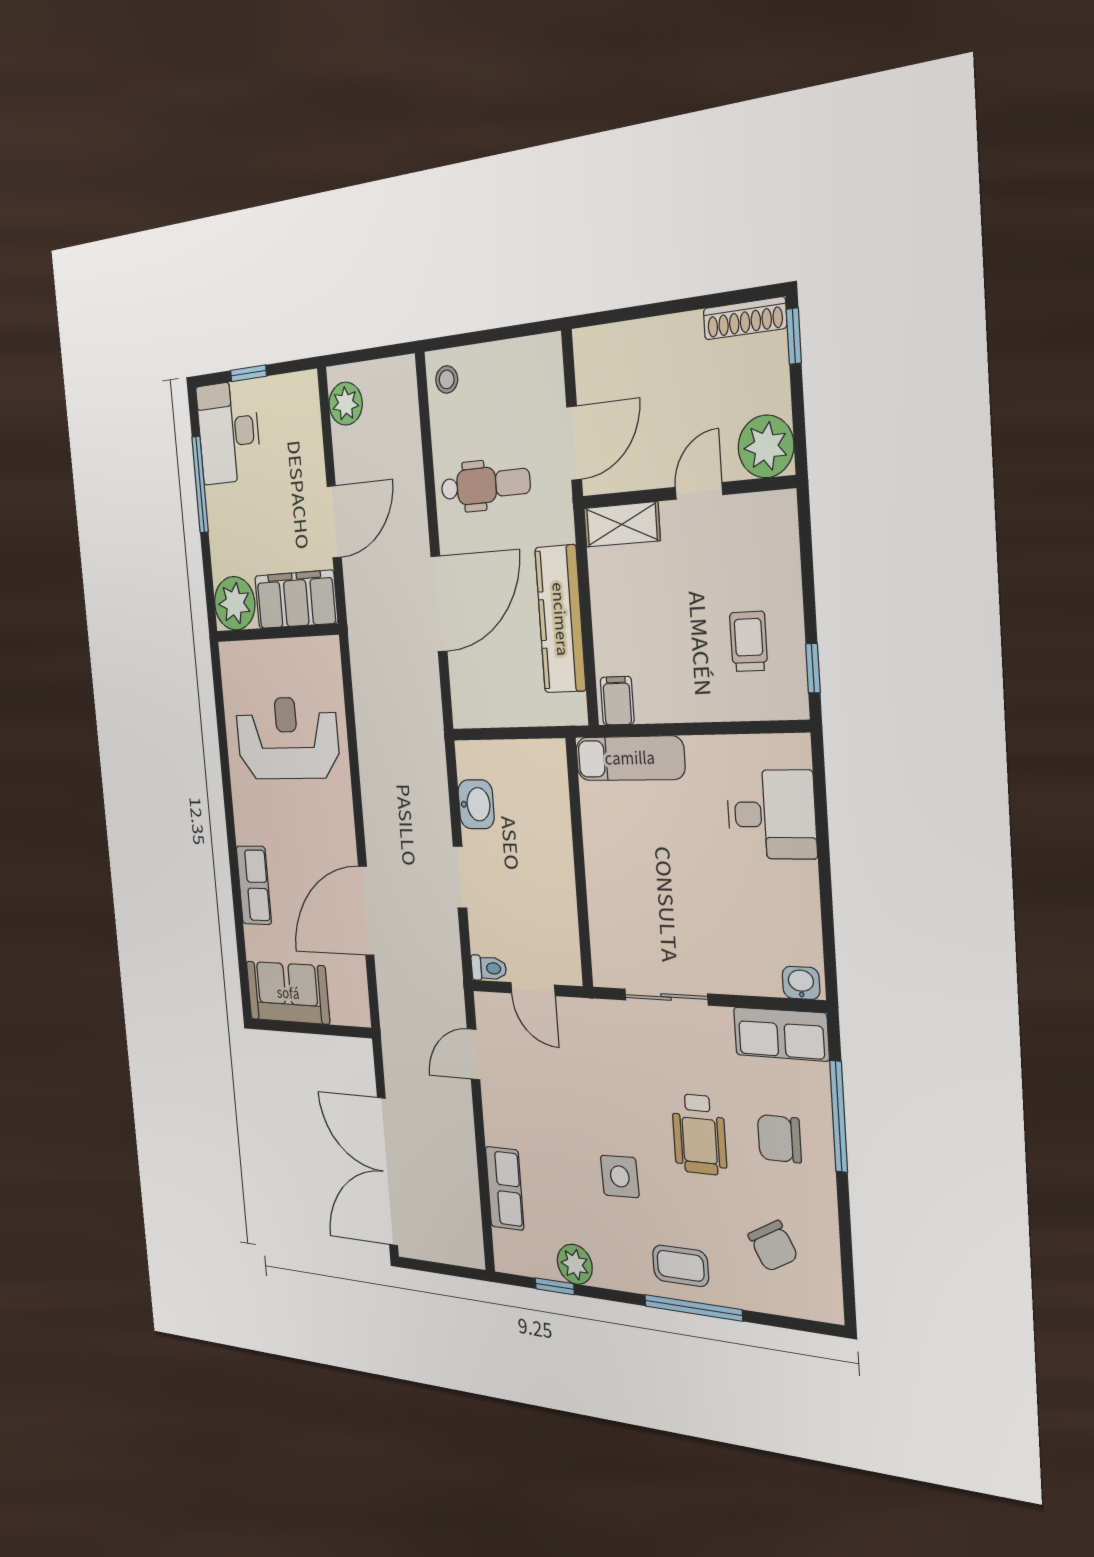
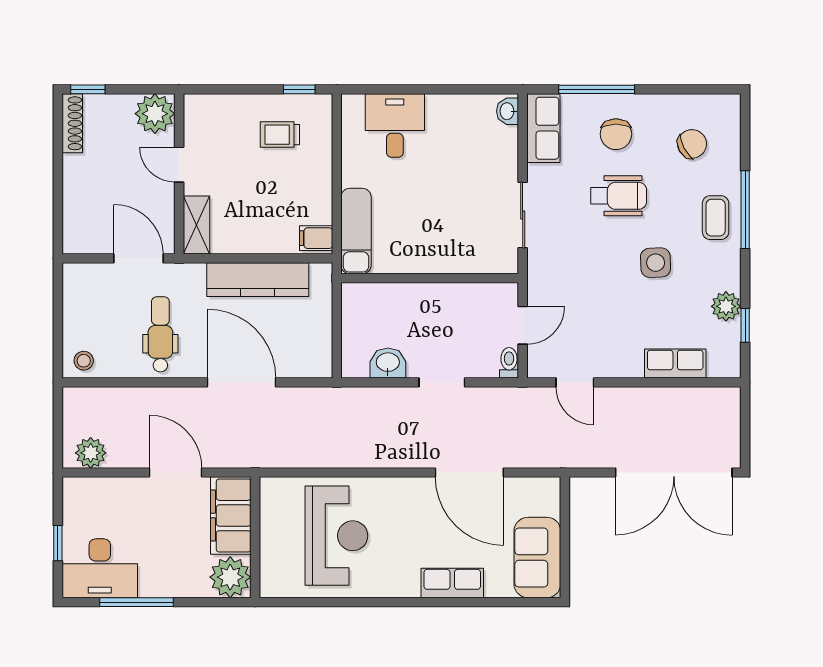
reception desk: (287, 738) -> (336, 536), turned 180

